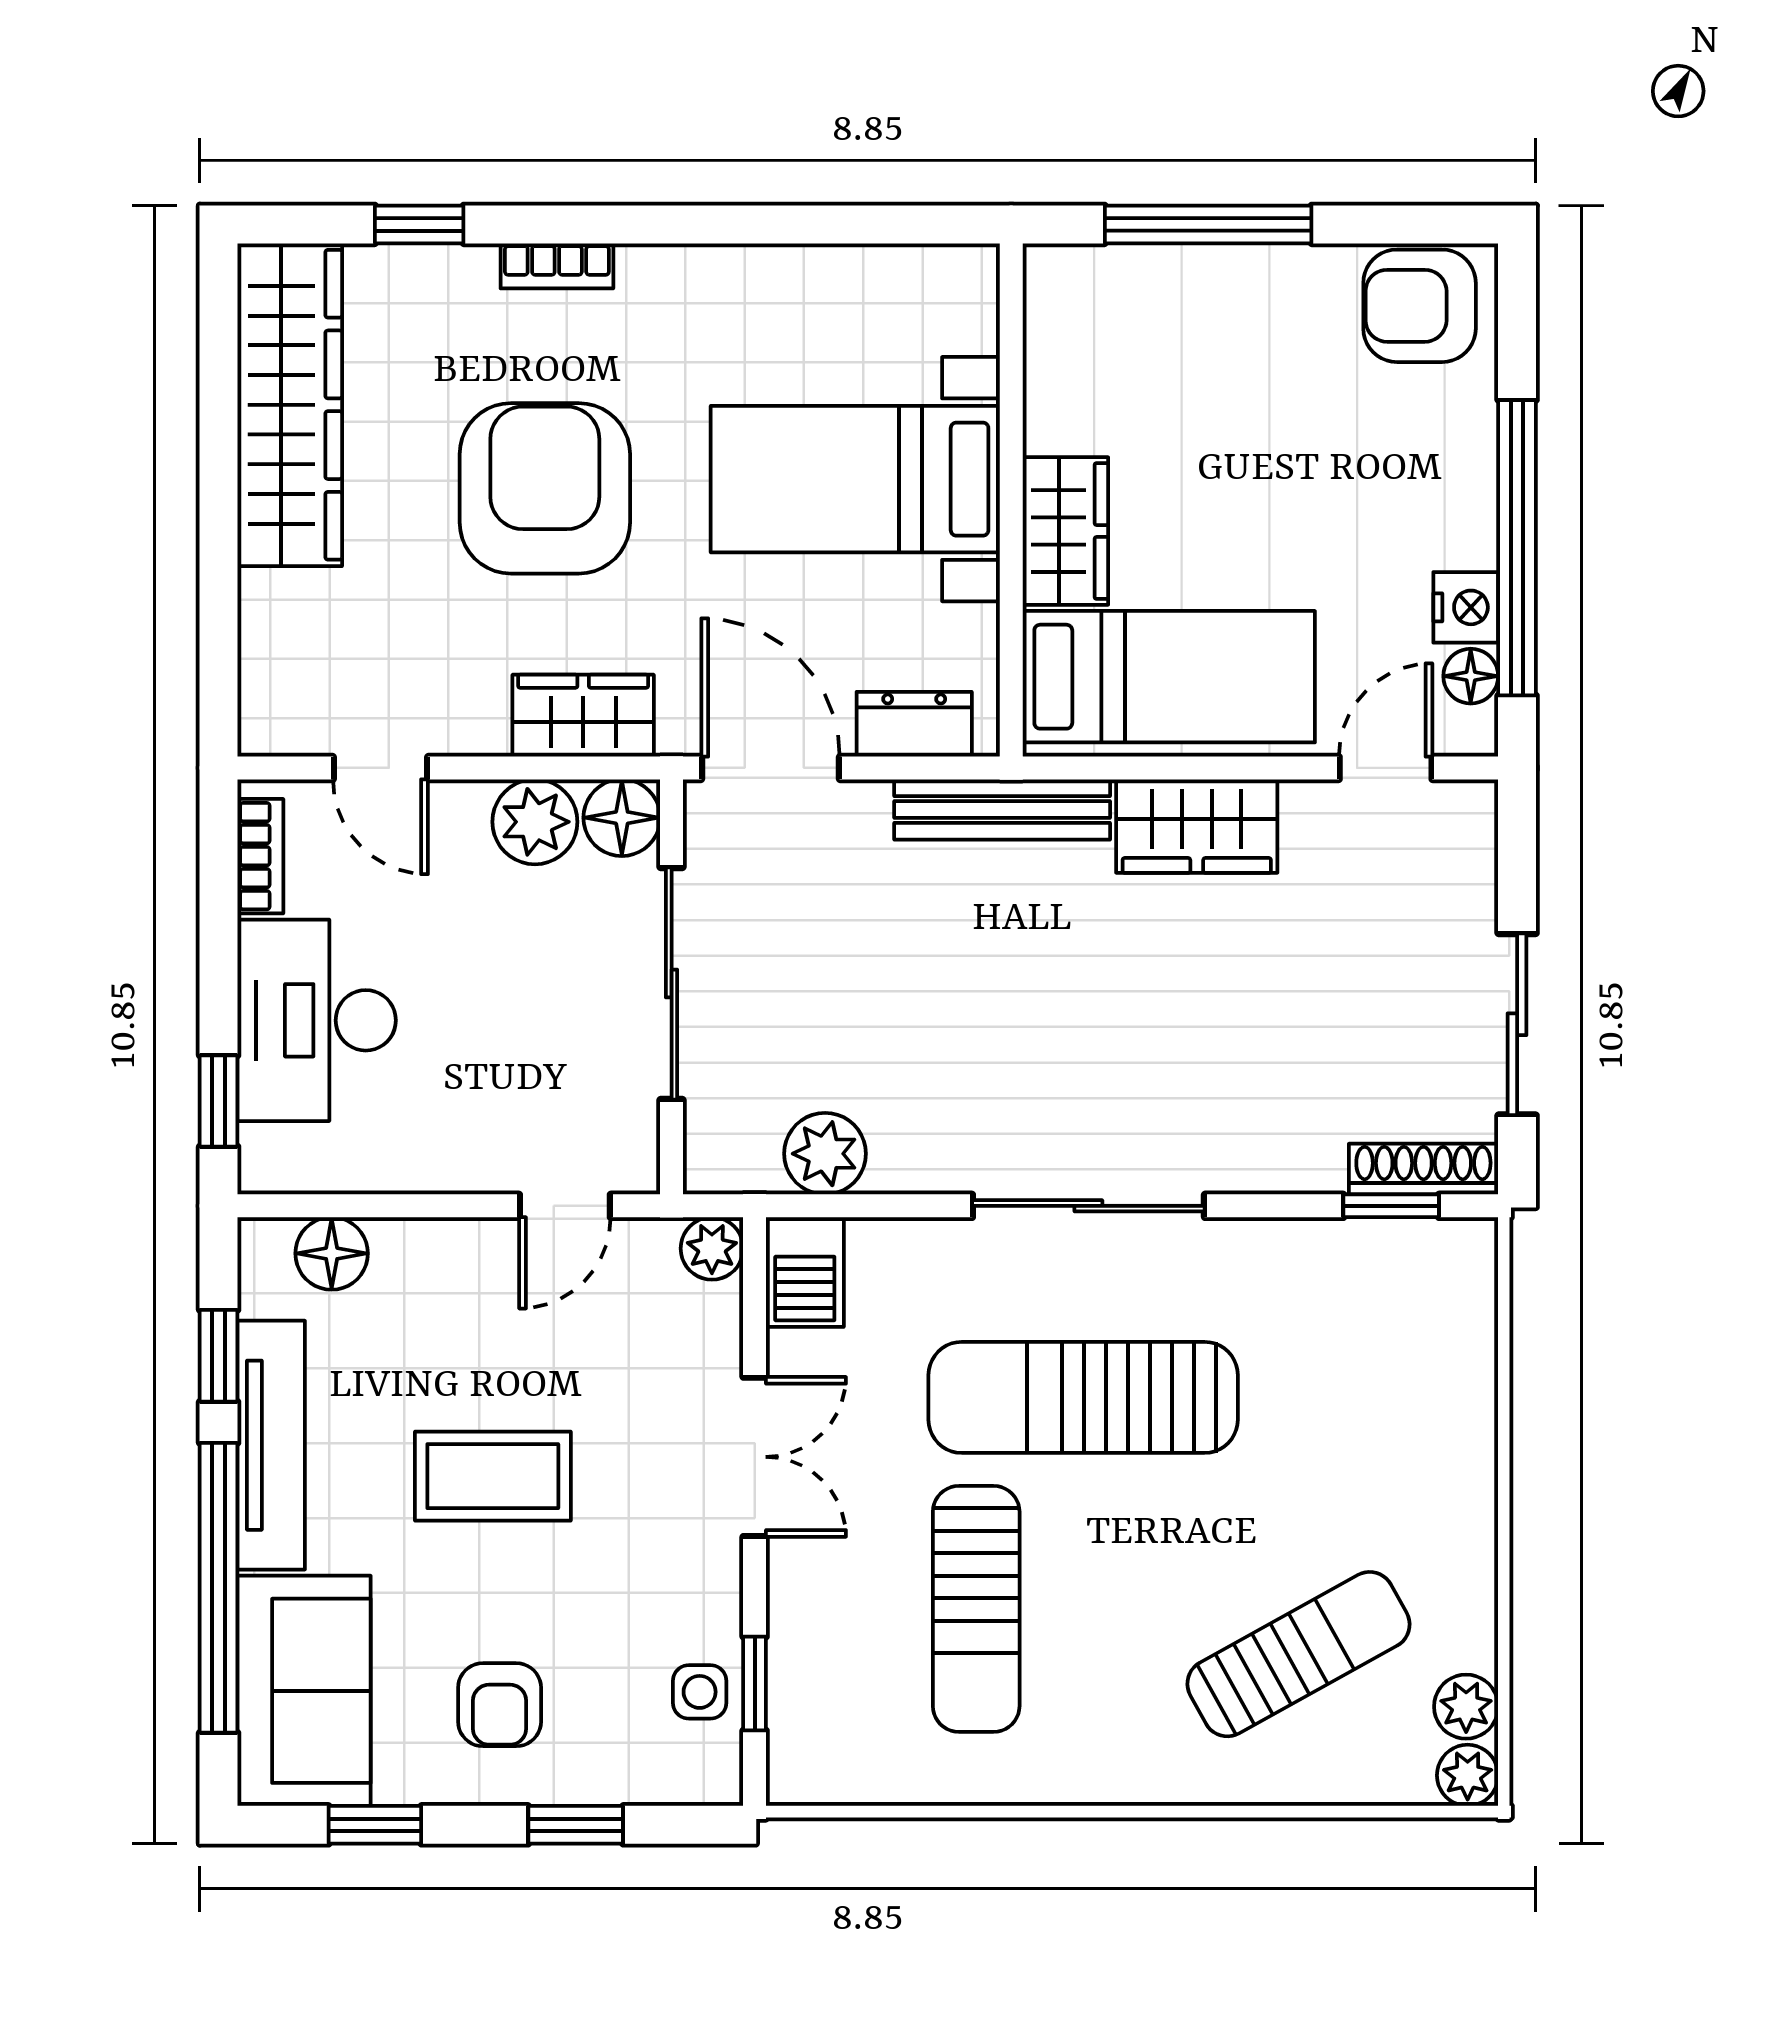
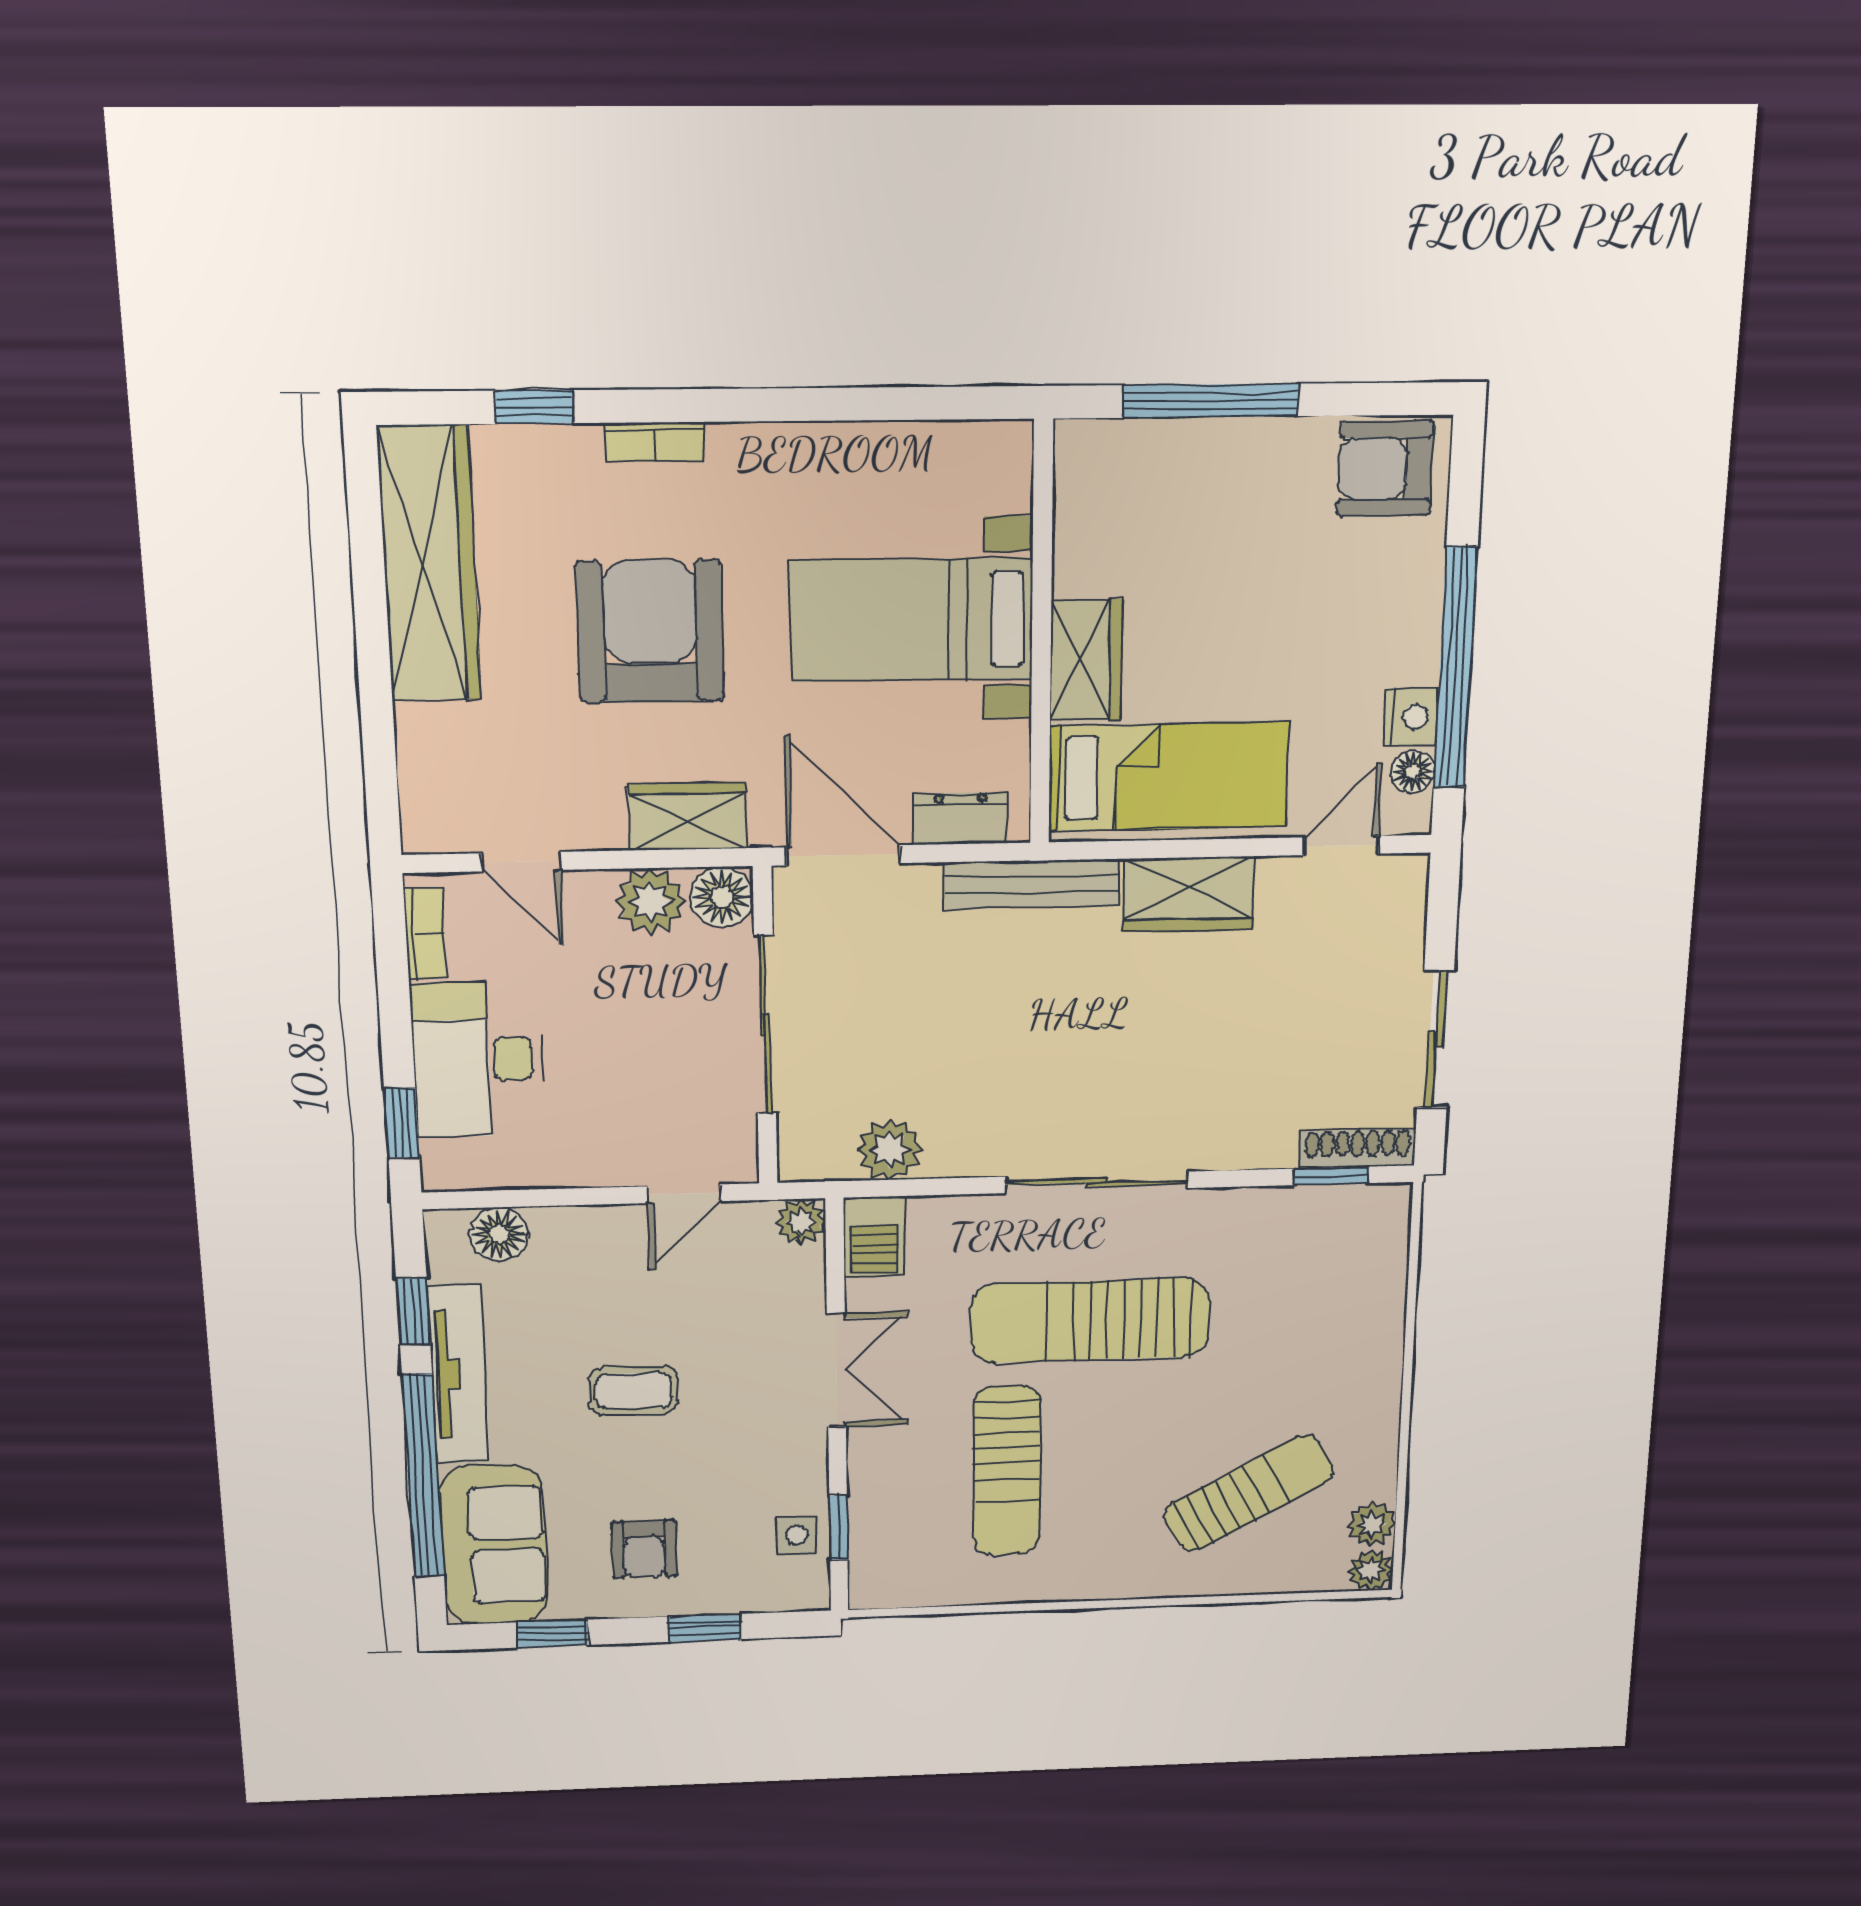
coffee table: (493, 1476) -> (633, 1391), width x0.73, depth x0.77

